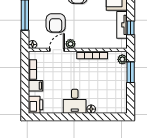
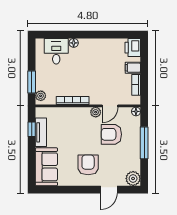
armchair: (56, 23) -> (111, 134), turned -90
desk: (75, 101) -> (56, 51), moved

